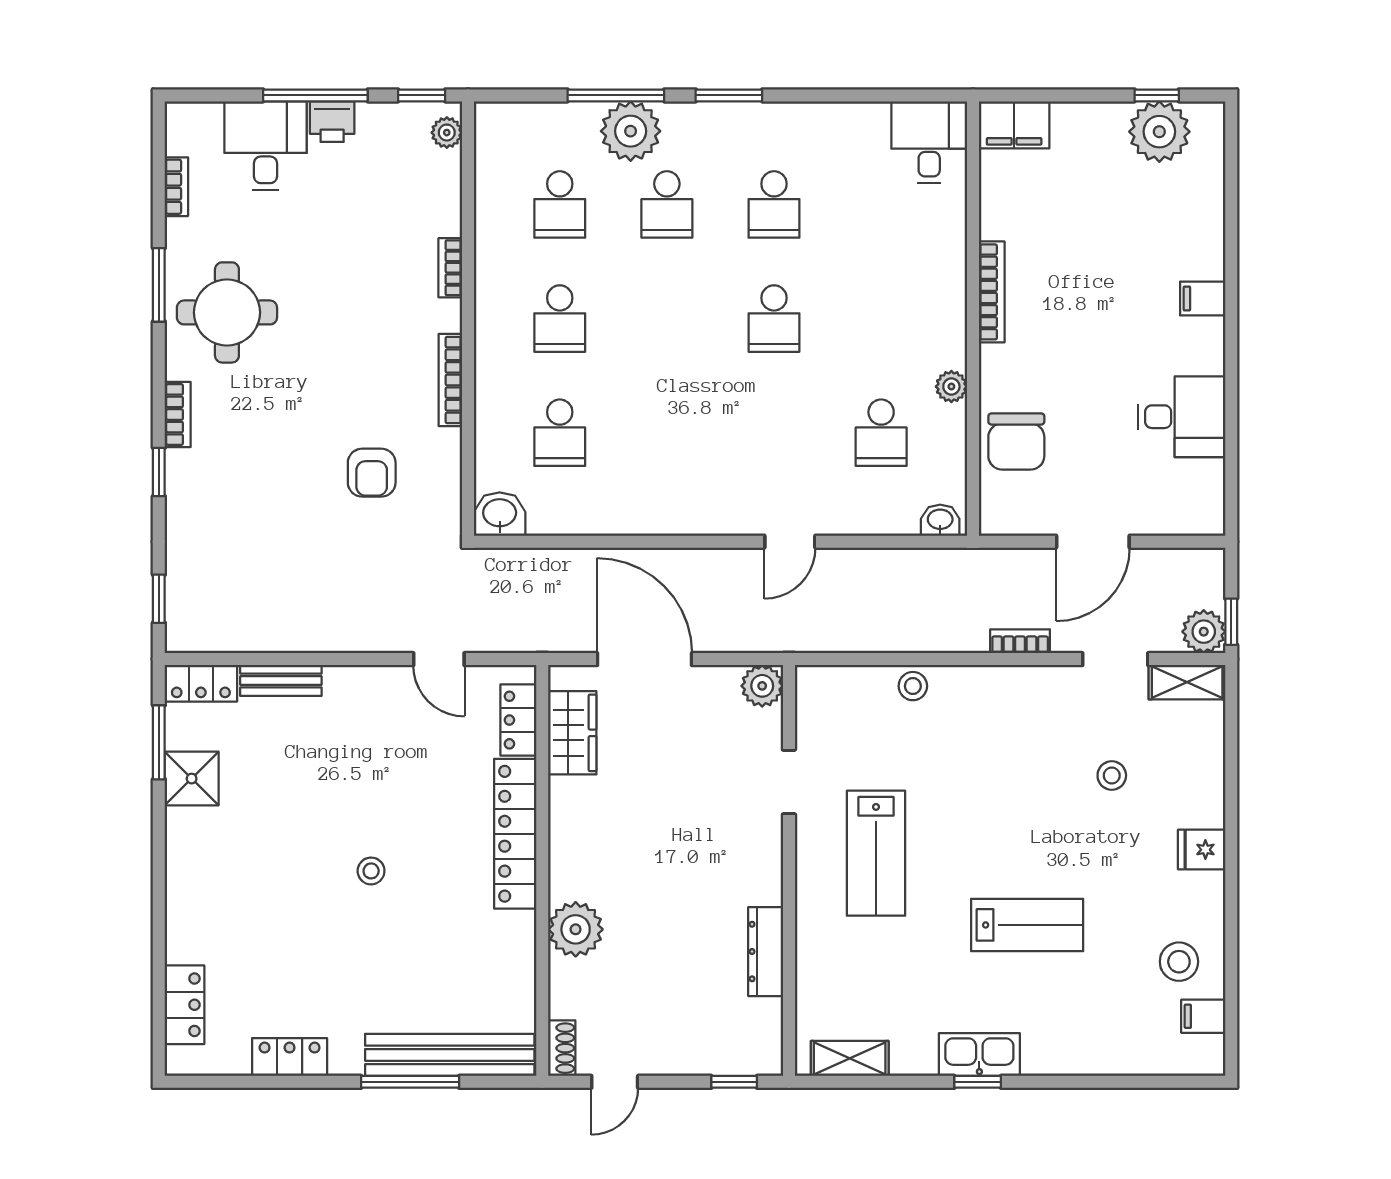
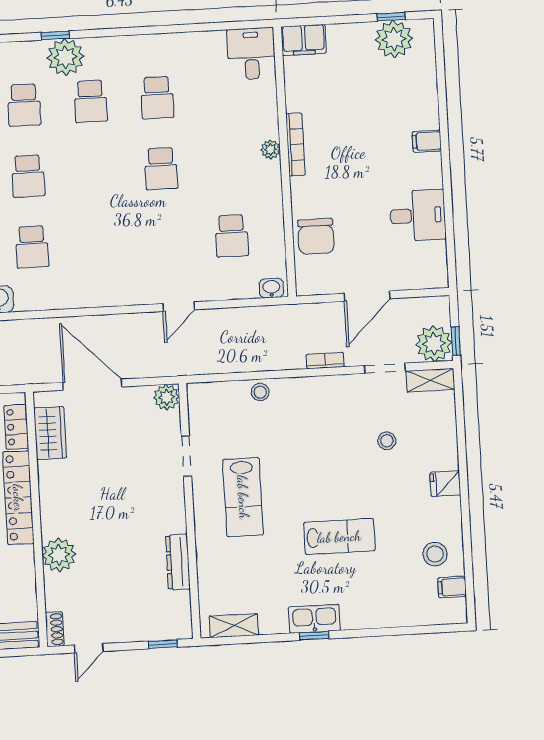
window: (616, 95) -> (55, 35), width x0.46
window: (729, 95) -> (125, 32), removed
plant: (951, 387) -> (271, 149), moved
plant: (1204, 632) -> (434, 344), width x1.36, depth x1.36

